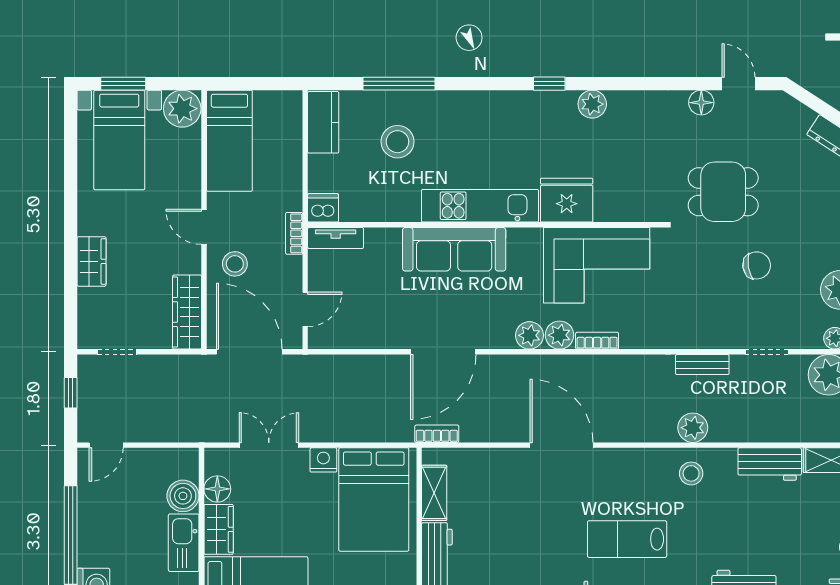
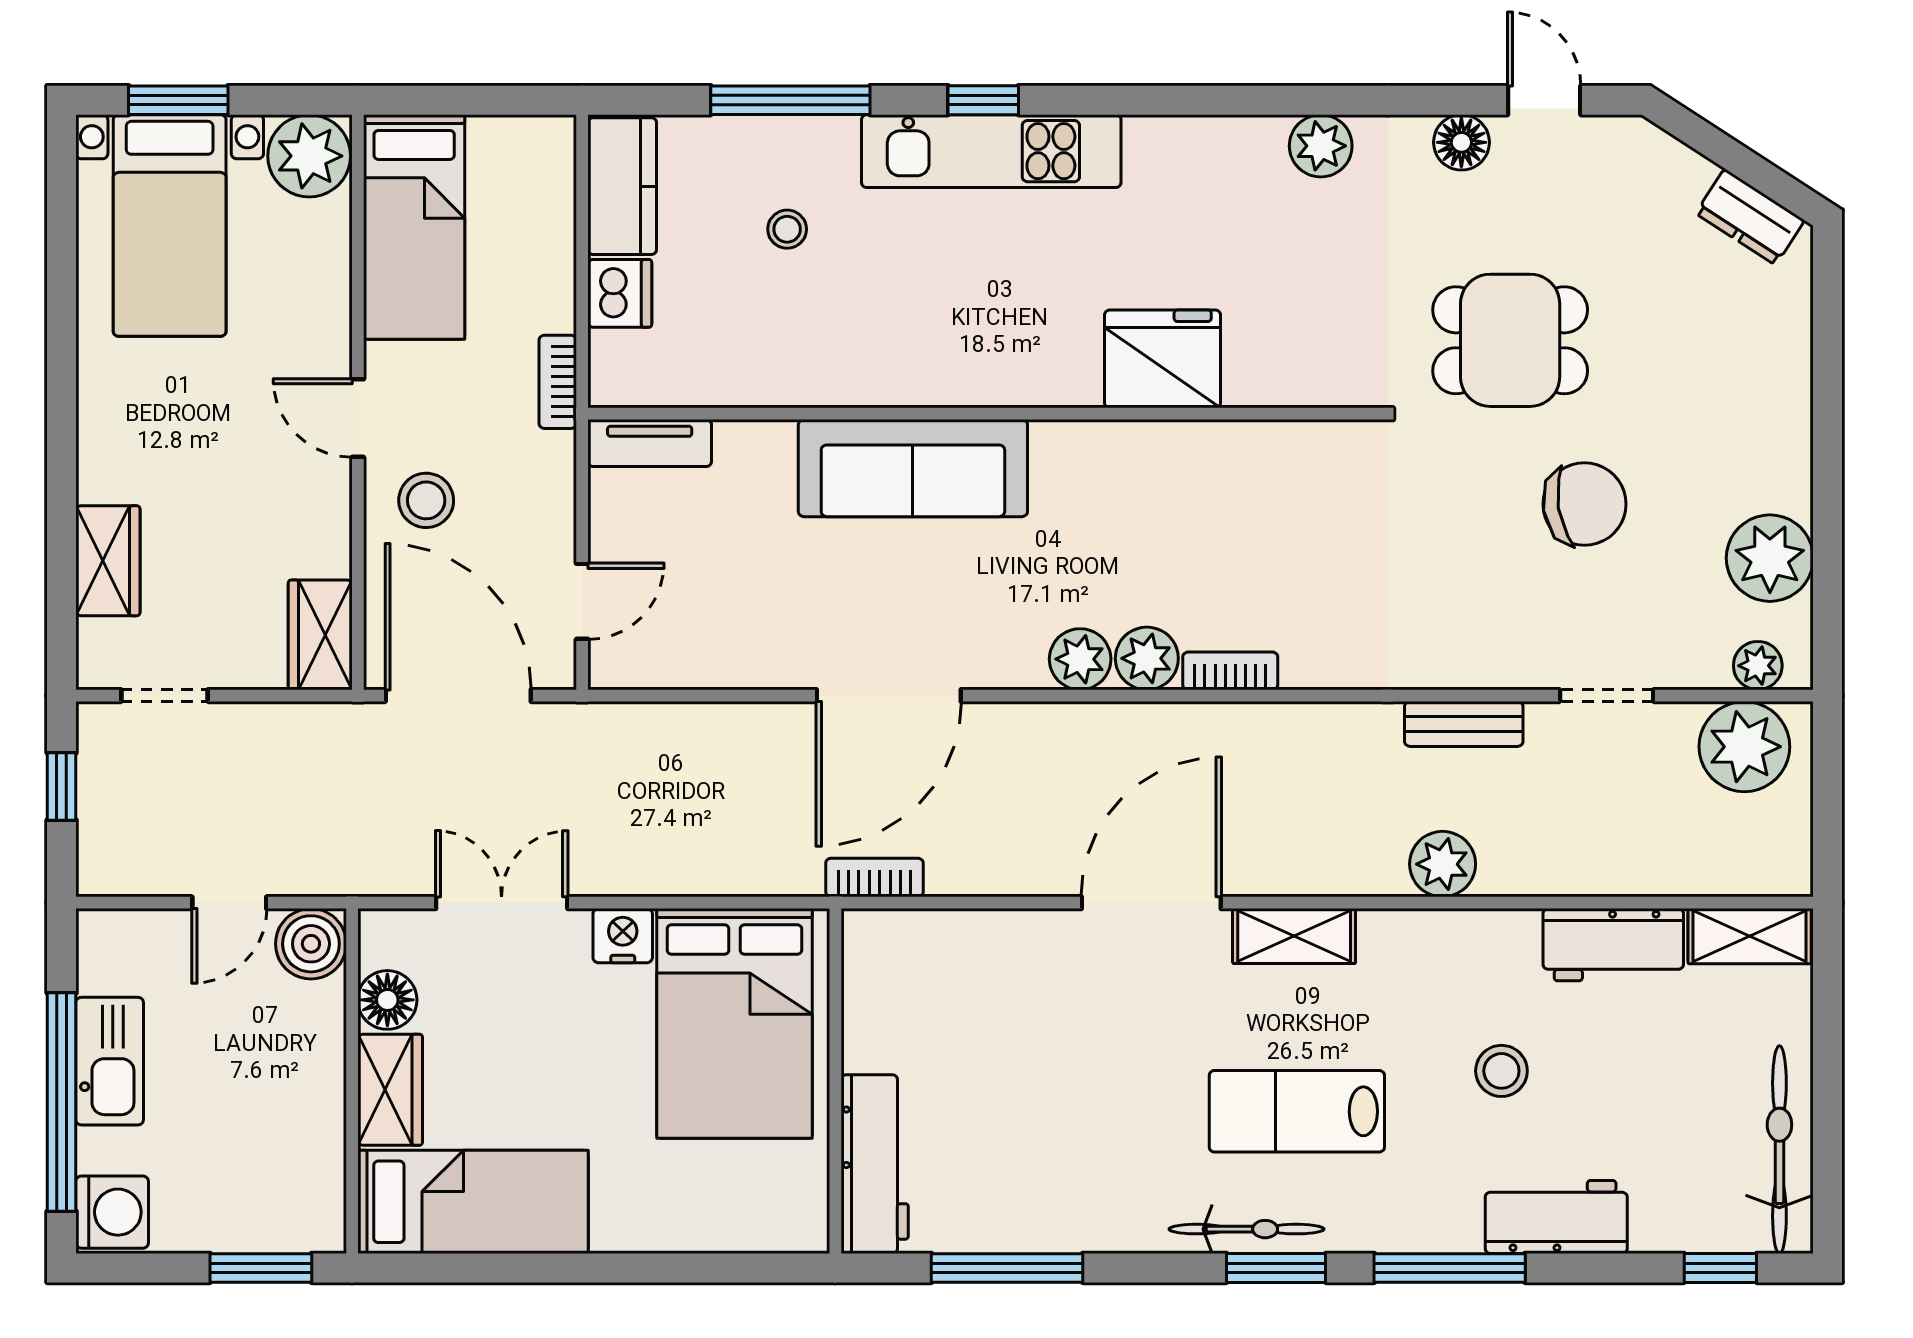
window: (549, 84) -> (983, 100), moved
plant: (592, 104) -> (1321, 146), moved
stool: (397, 142) -> (787, 229), width x0.53, depth x0.53
kitchen unit: (480, 206) -> (991, 151), moved, turned 180
dishwasher: (323, 208) -> (620, 293), moved, turned 90
bookcase: (294, 233) -> (558, 382), moved
wardrobe: (91, 261) -> (108, 561), moved
corner sofa: (597, 265) -> (1229, 504), removed
chair: (757, 265) -> (1584, 504), width x1.37, depth x1.37
wardrobe: (187, 312) -> (320, 635), width x0.67
door: (106, 445) -> (229, 903), moved
door: (562, 445) -> (1151, 903), hinge flipped
stool: (691, 473) -> (1501, 1071), moved
shelving: (434, 493) -> (1294, 936), moved, turned 90
boiler: (183, 496) -> (311, 944), moved
kitchen sink: (184, 543) -> (110, 1061), moved, turned 180

